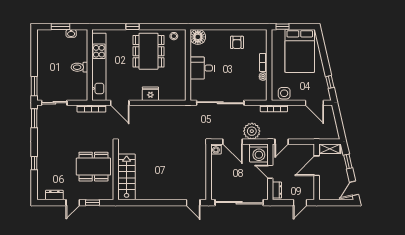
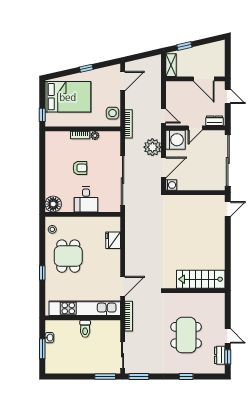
armchair: (237, 42) -> (80, 168), moved
dining table: (149, 51) -> (68, 256), width x0.73
window: (330, 82) -> (86, 68), moved
fridge: (150, 94) -> (113, 240), moved
door: (317, 166) -> (204, 79), moved
dining table: (93, 167) -> (186, 335), moved
door: (354, 188) -> (213, 39), removed
window: (92, 203) -> (228, 357), moved

